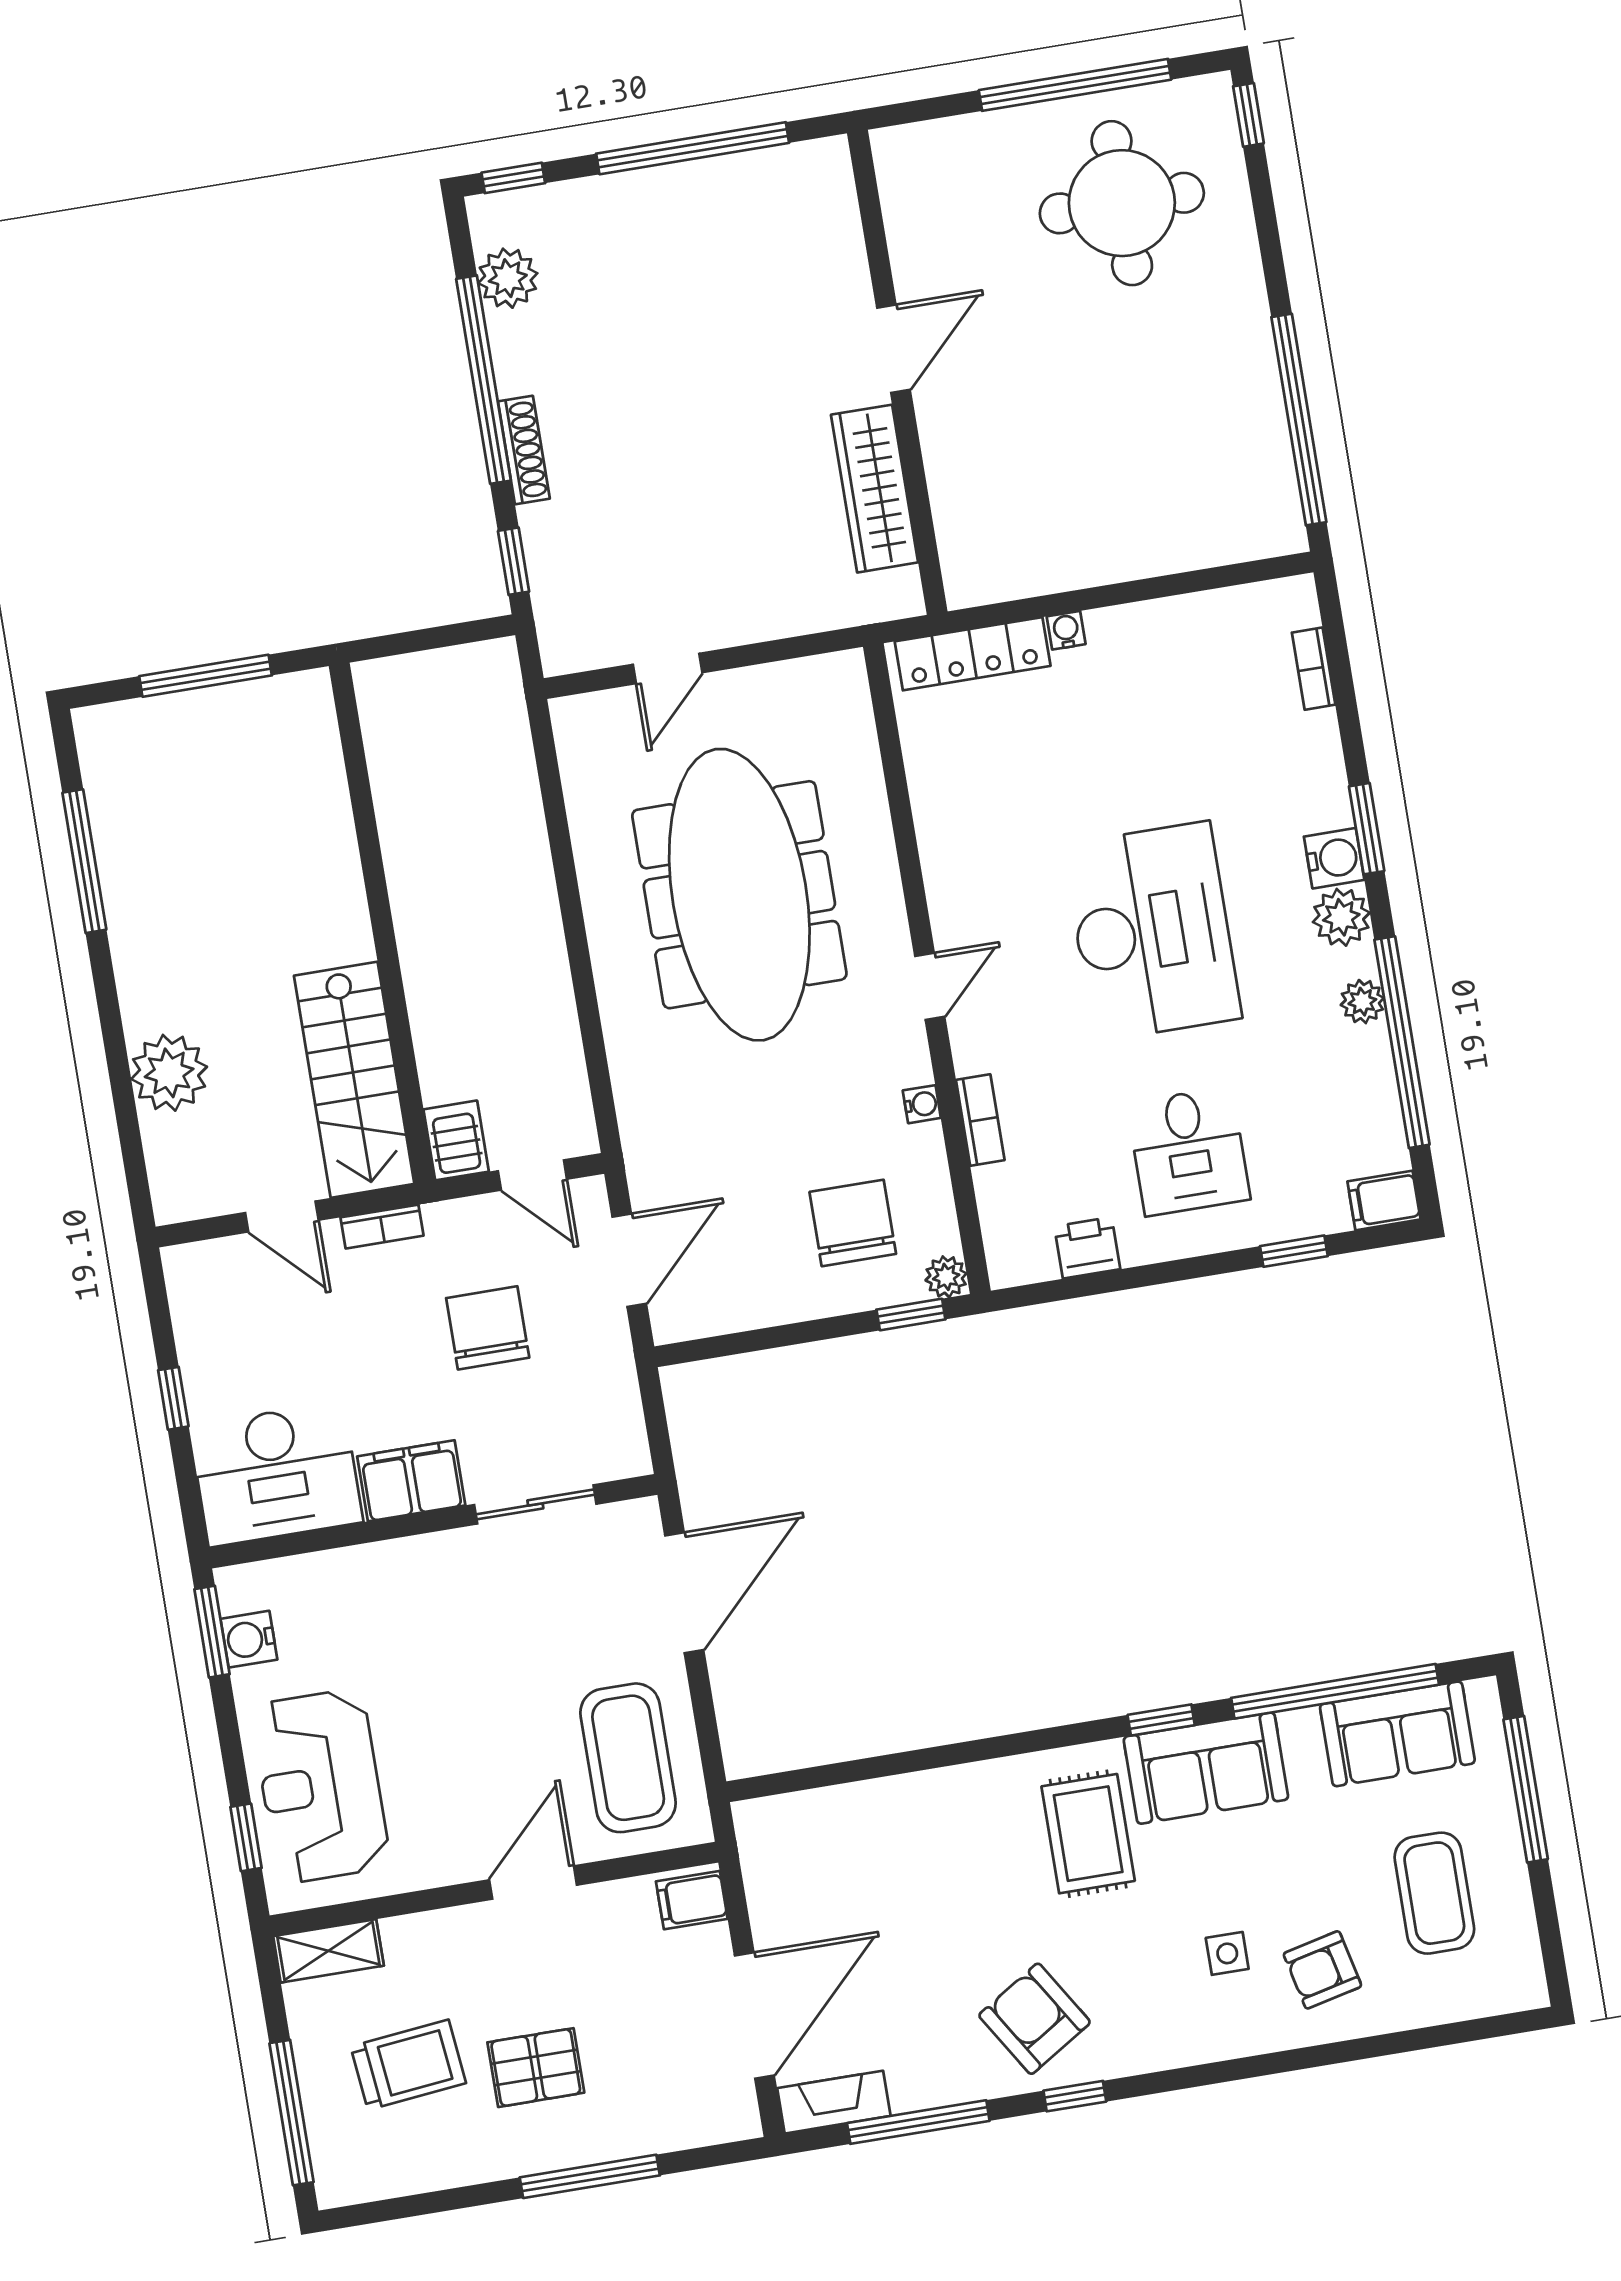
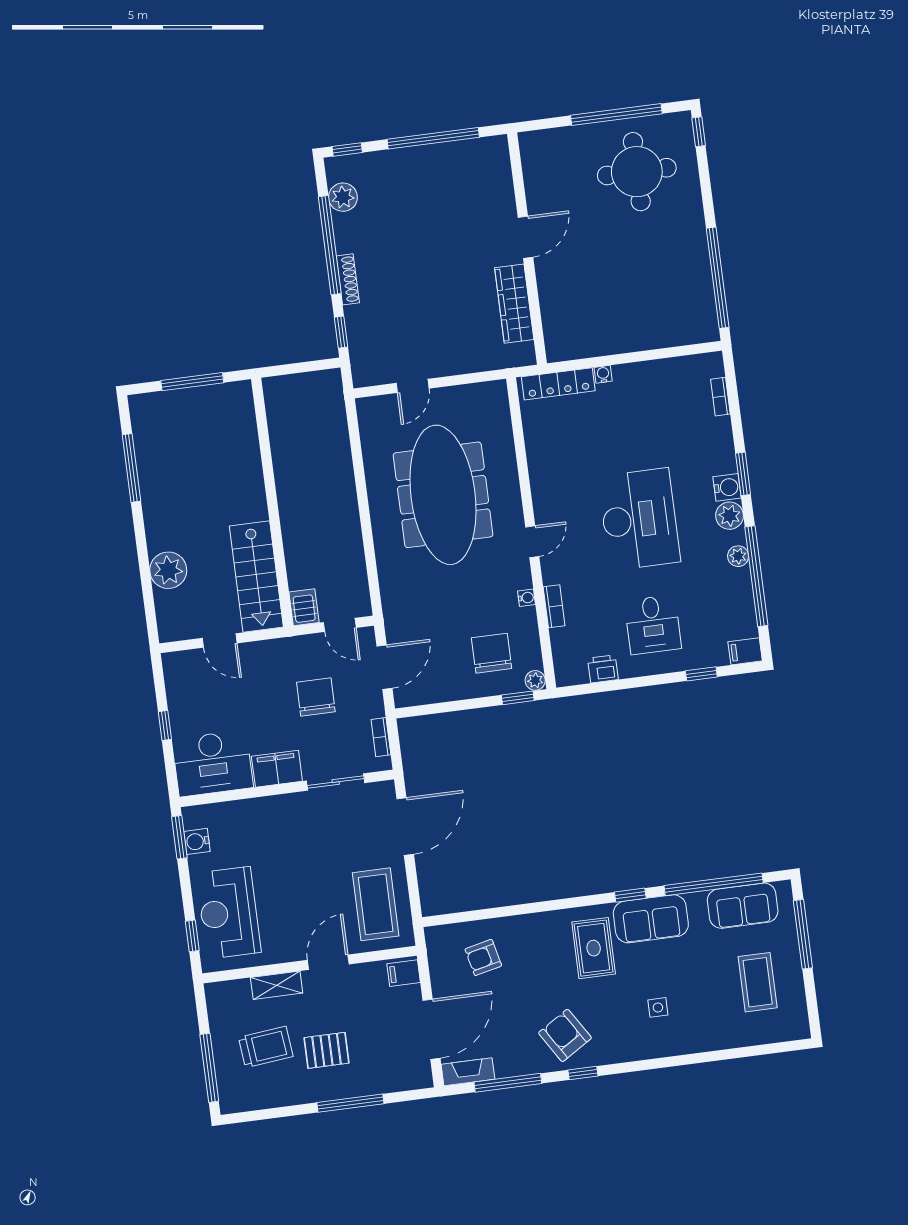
bookcase: (382, 1227) -> (381, 737), moved, turned 90
shelving: (328, 1951) -> (277, 985), moved
armchair: (1322, 1970) -> (483, 957), moved

